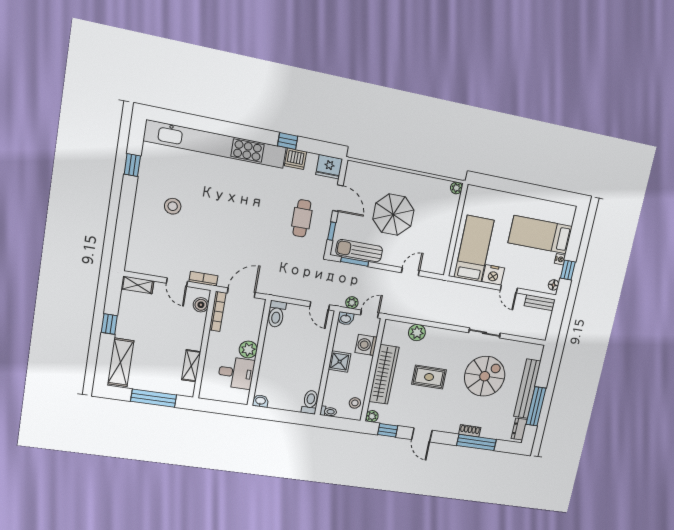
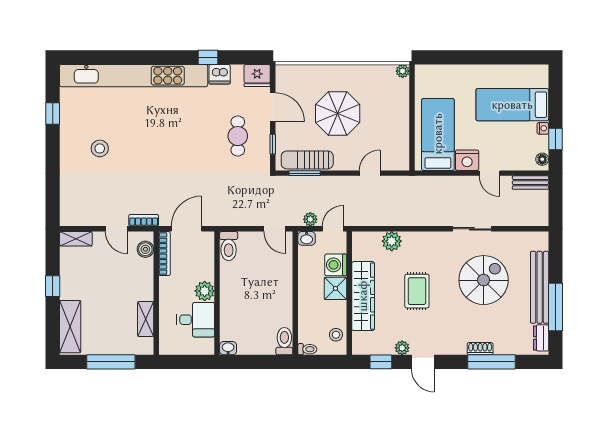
shower: (340, 362) -> (335, 288), moved
rug: (429, 377) -> (417, 291), turned 90
plant: (372, 416) -> (402, 348), moved

